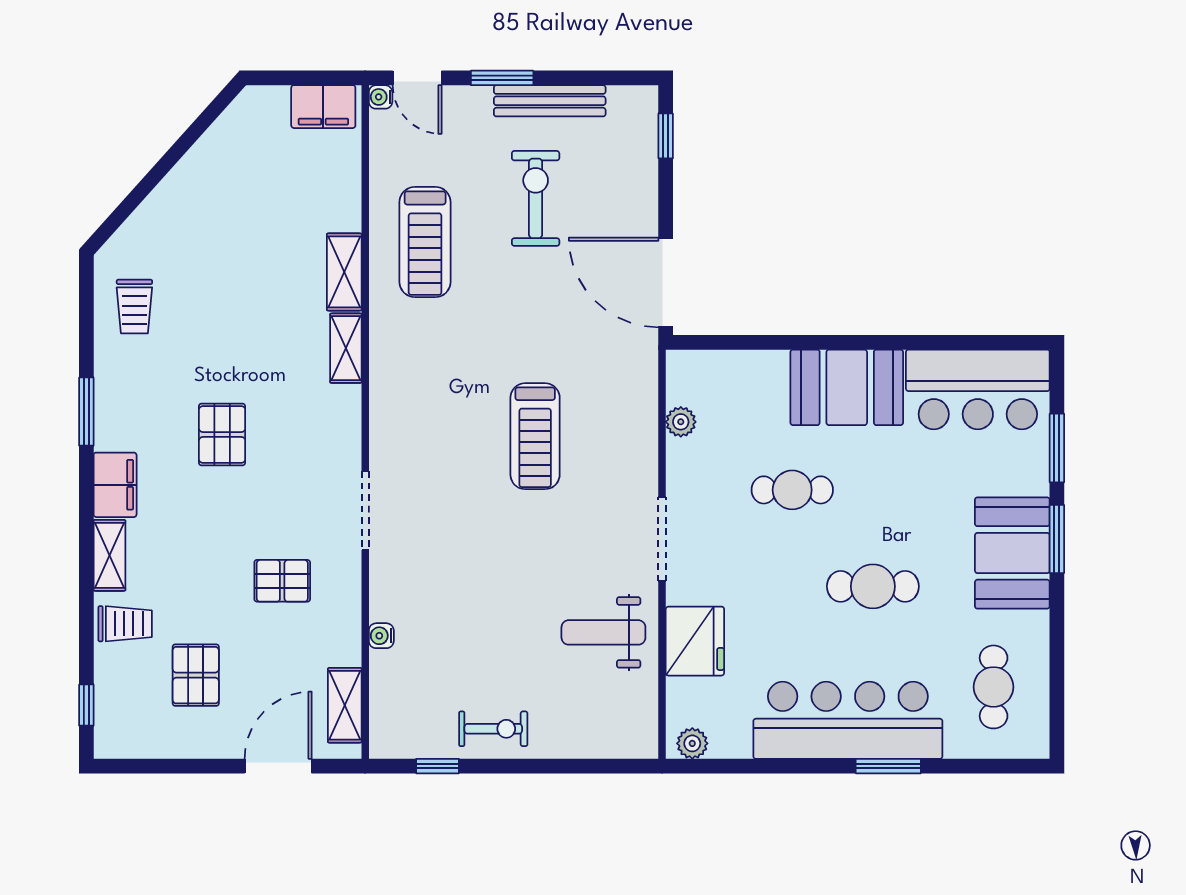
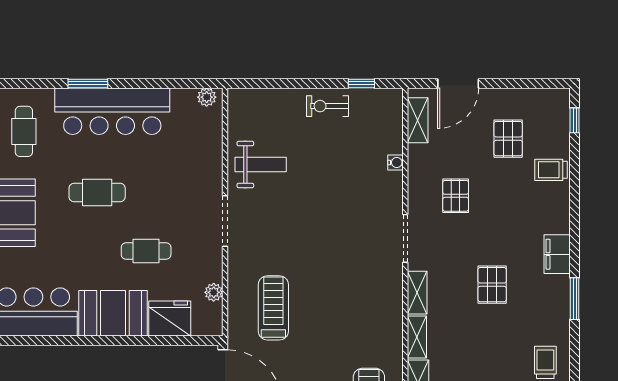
treadmill: (535, 436) -> (273, 308), moved
shelving: (109, 555) -> (417, 293), moved
pallet: (282, 581) -> (456, 196), turned 90
fridge: (695, 641) -> (170, 318), moved, turned 90

